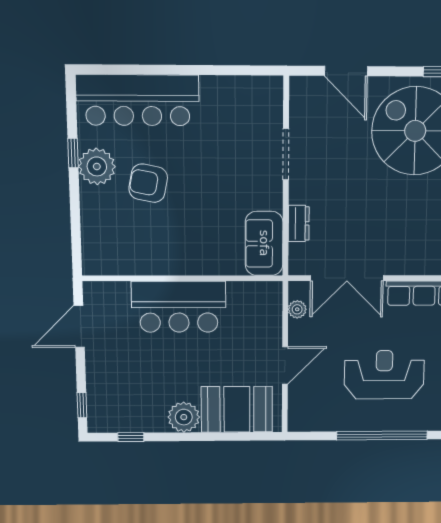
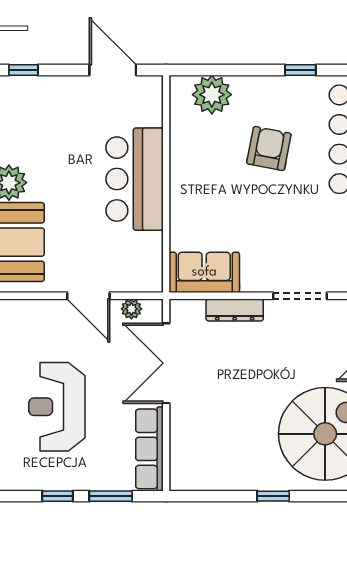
plant: (97, 166) -> (212, 95), moved
dresser: (299, 223) -> (235, 310), width x1.44
door: (285, 365) -> (88, 296), moved
reception desk: (384, 375) -> (57, 407), turned 180

